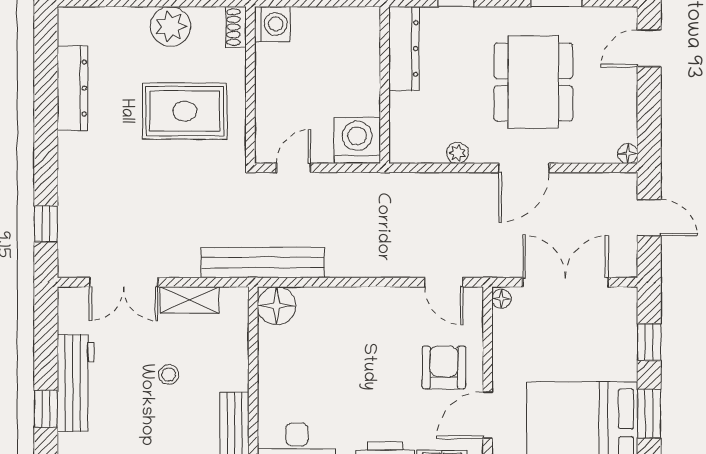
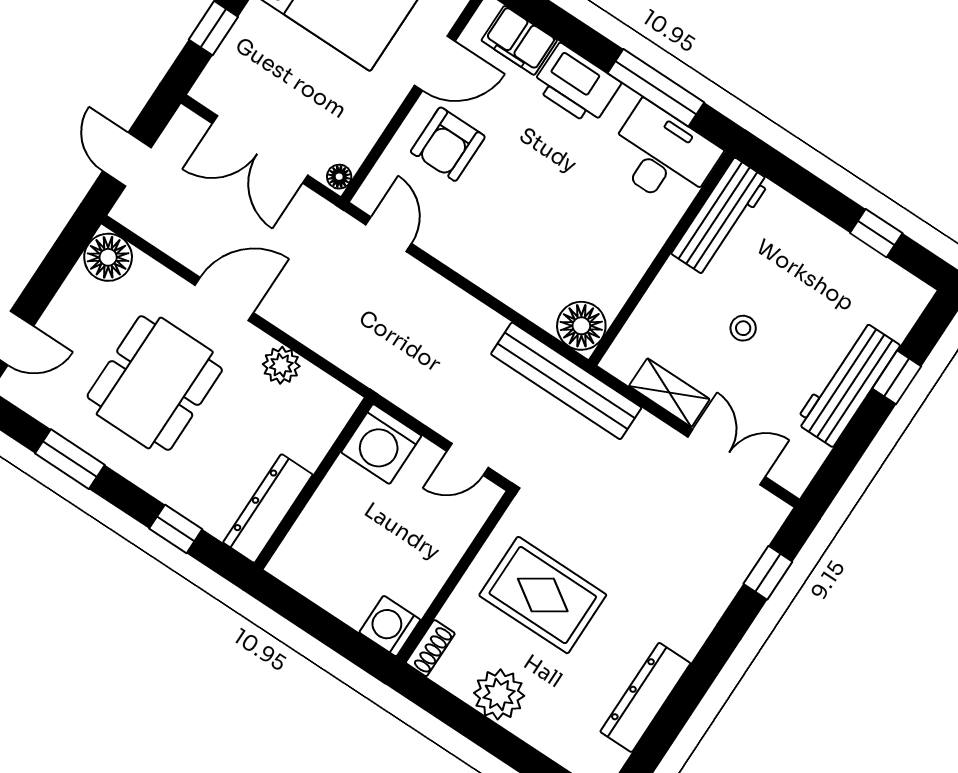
plant: (457, 153) -> (281, 365), width x1.38, depth x1.38
floor lamp: (628, 154) -> (108, 257), width x1.89, depth x1.89

